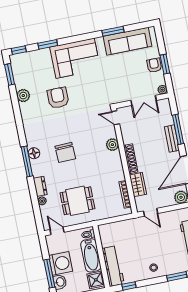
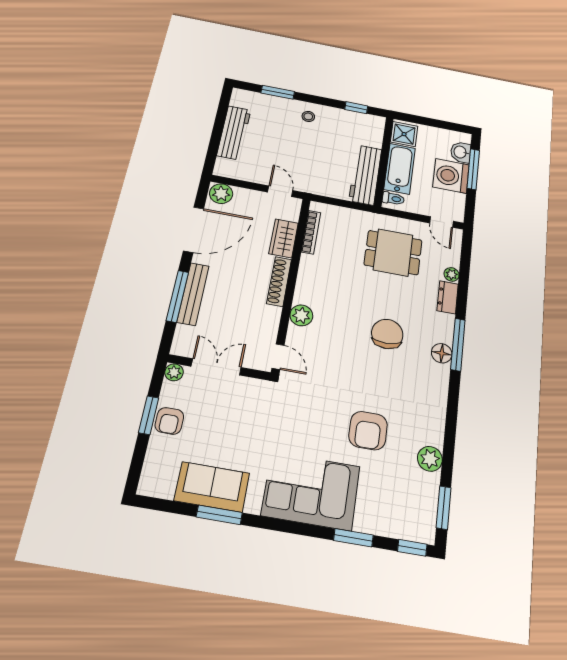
sofa: (127, 41) -> (212, 487), width x0.73
bench: (172, 139) -> (193, 294), width x1.36
workbench: (113, 266) -> (365, 175), moved

